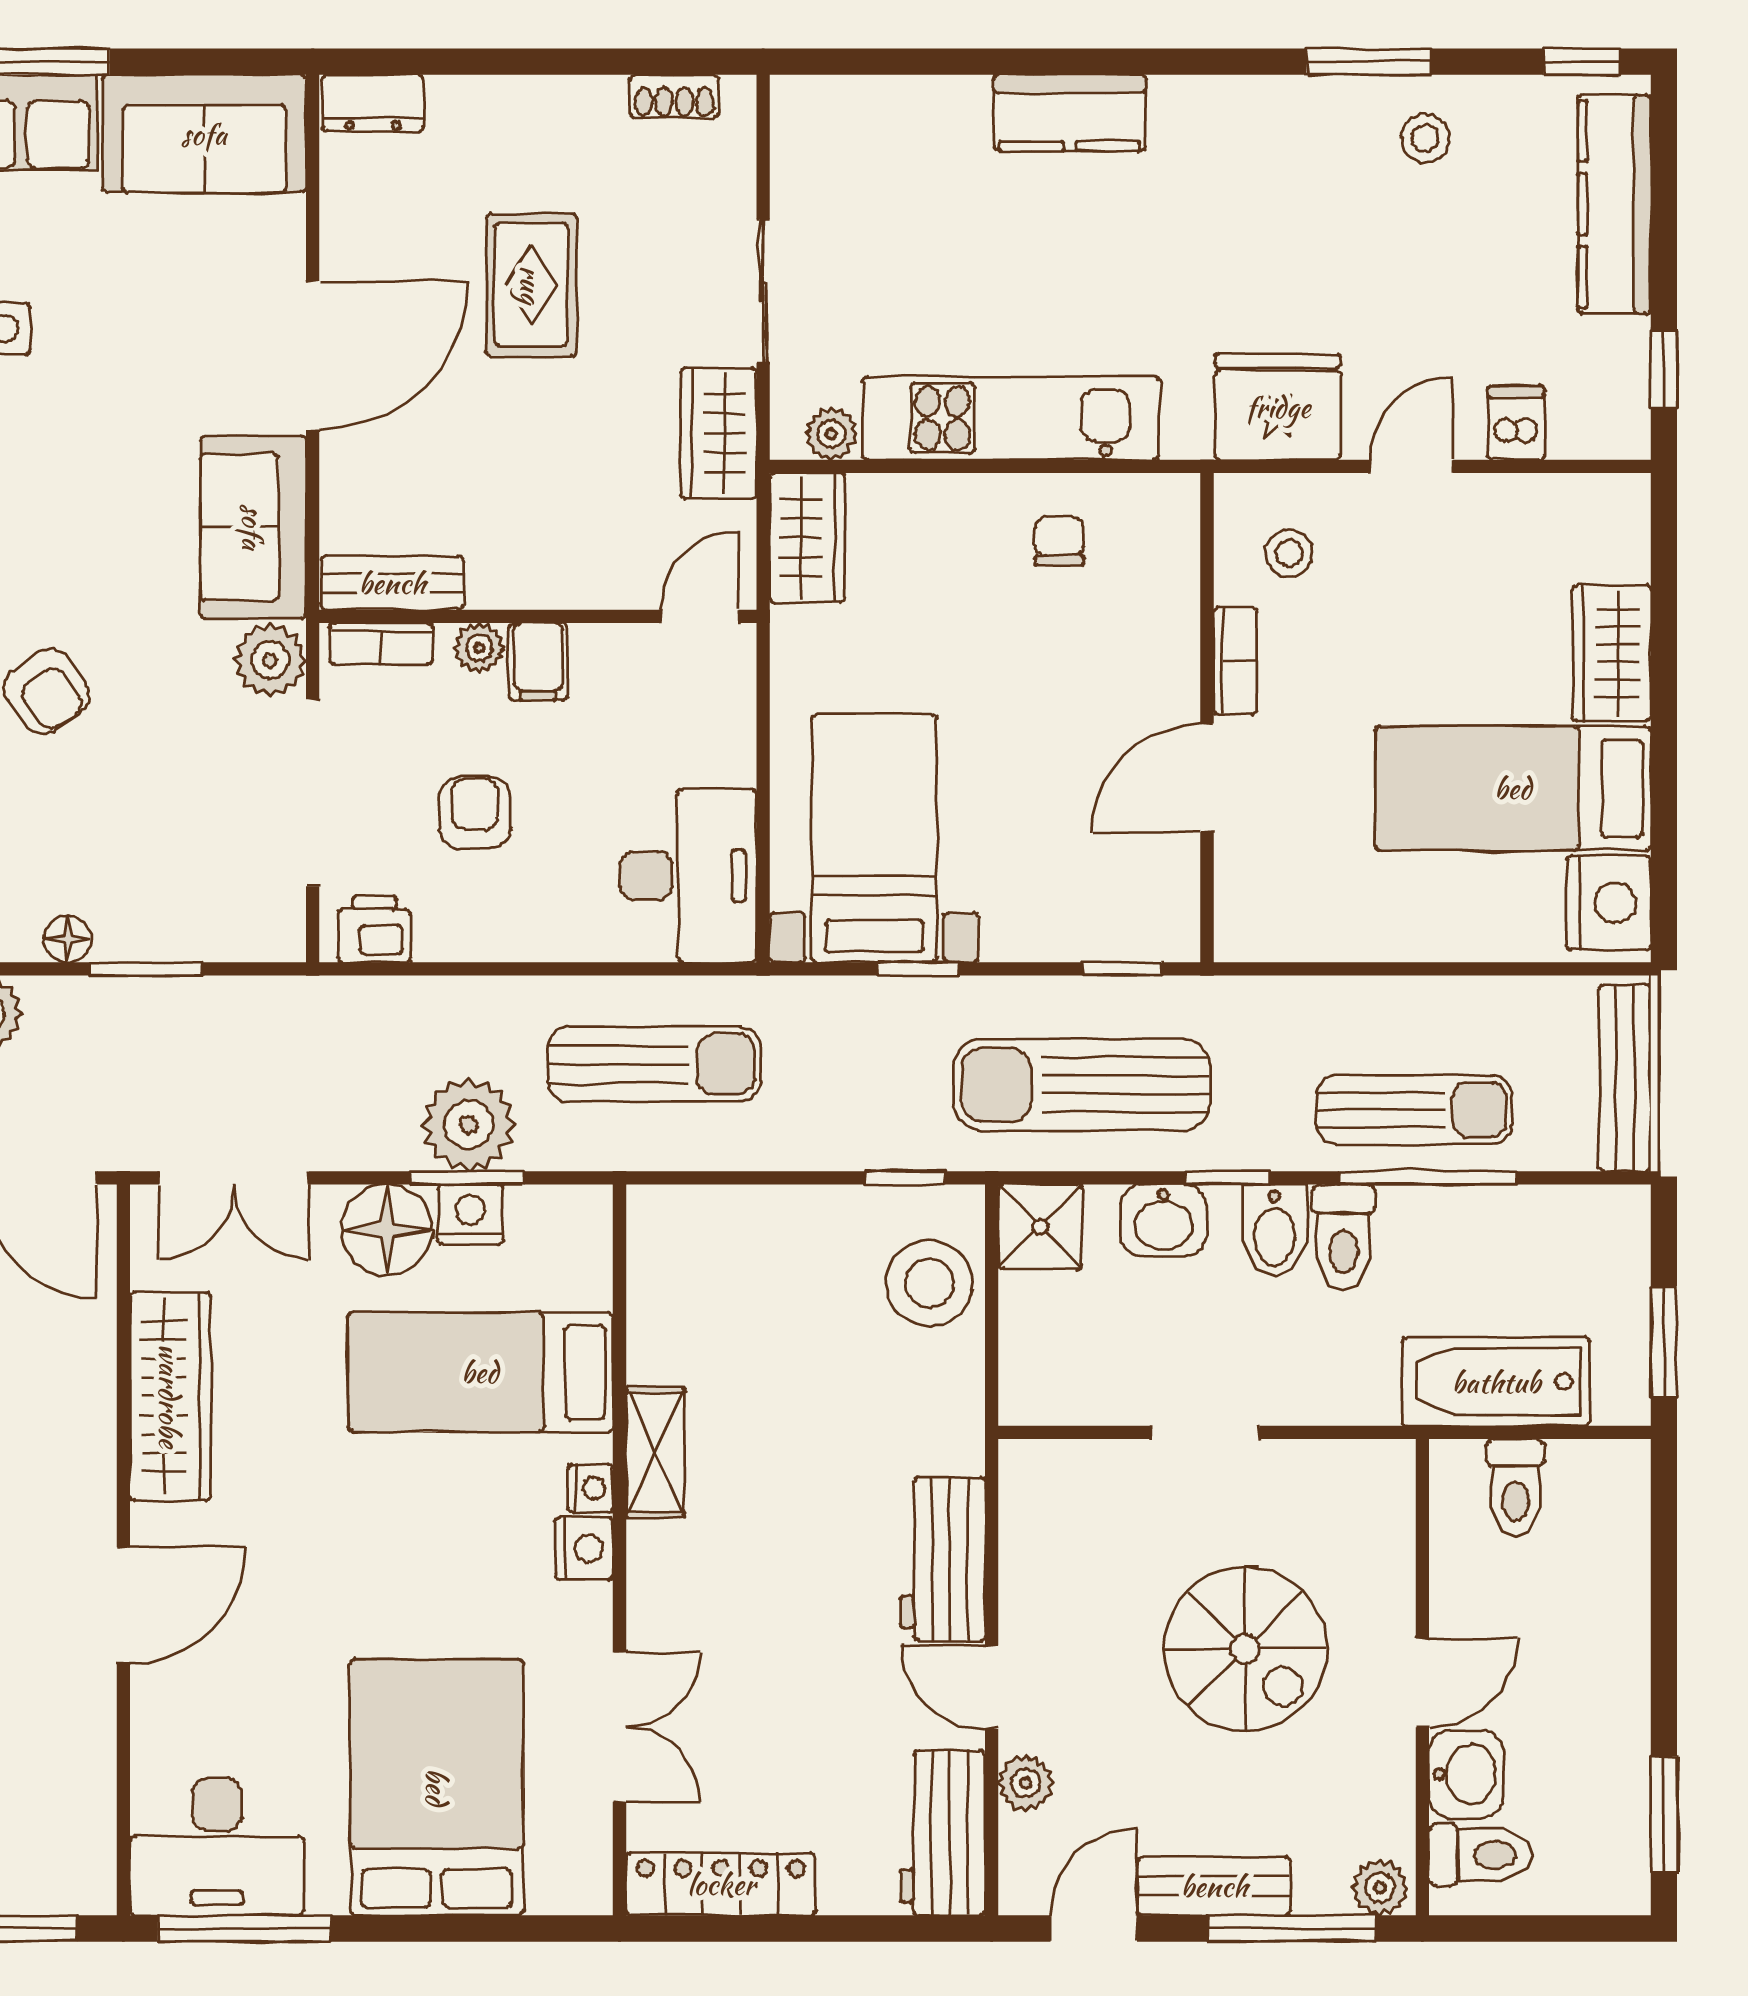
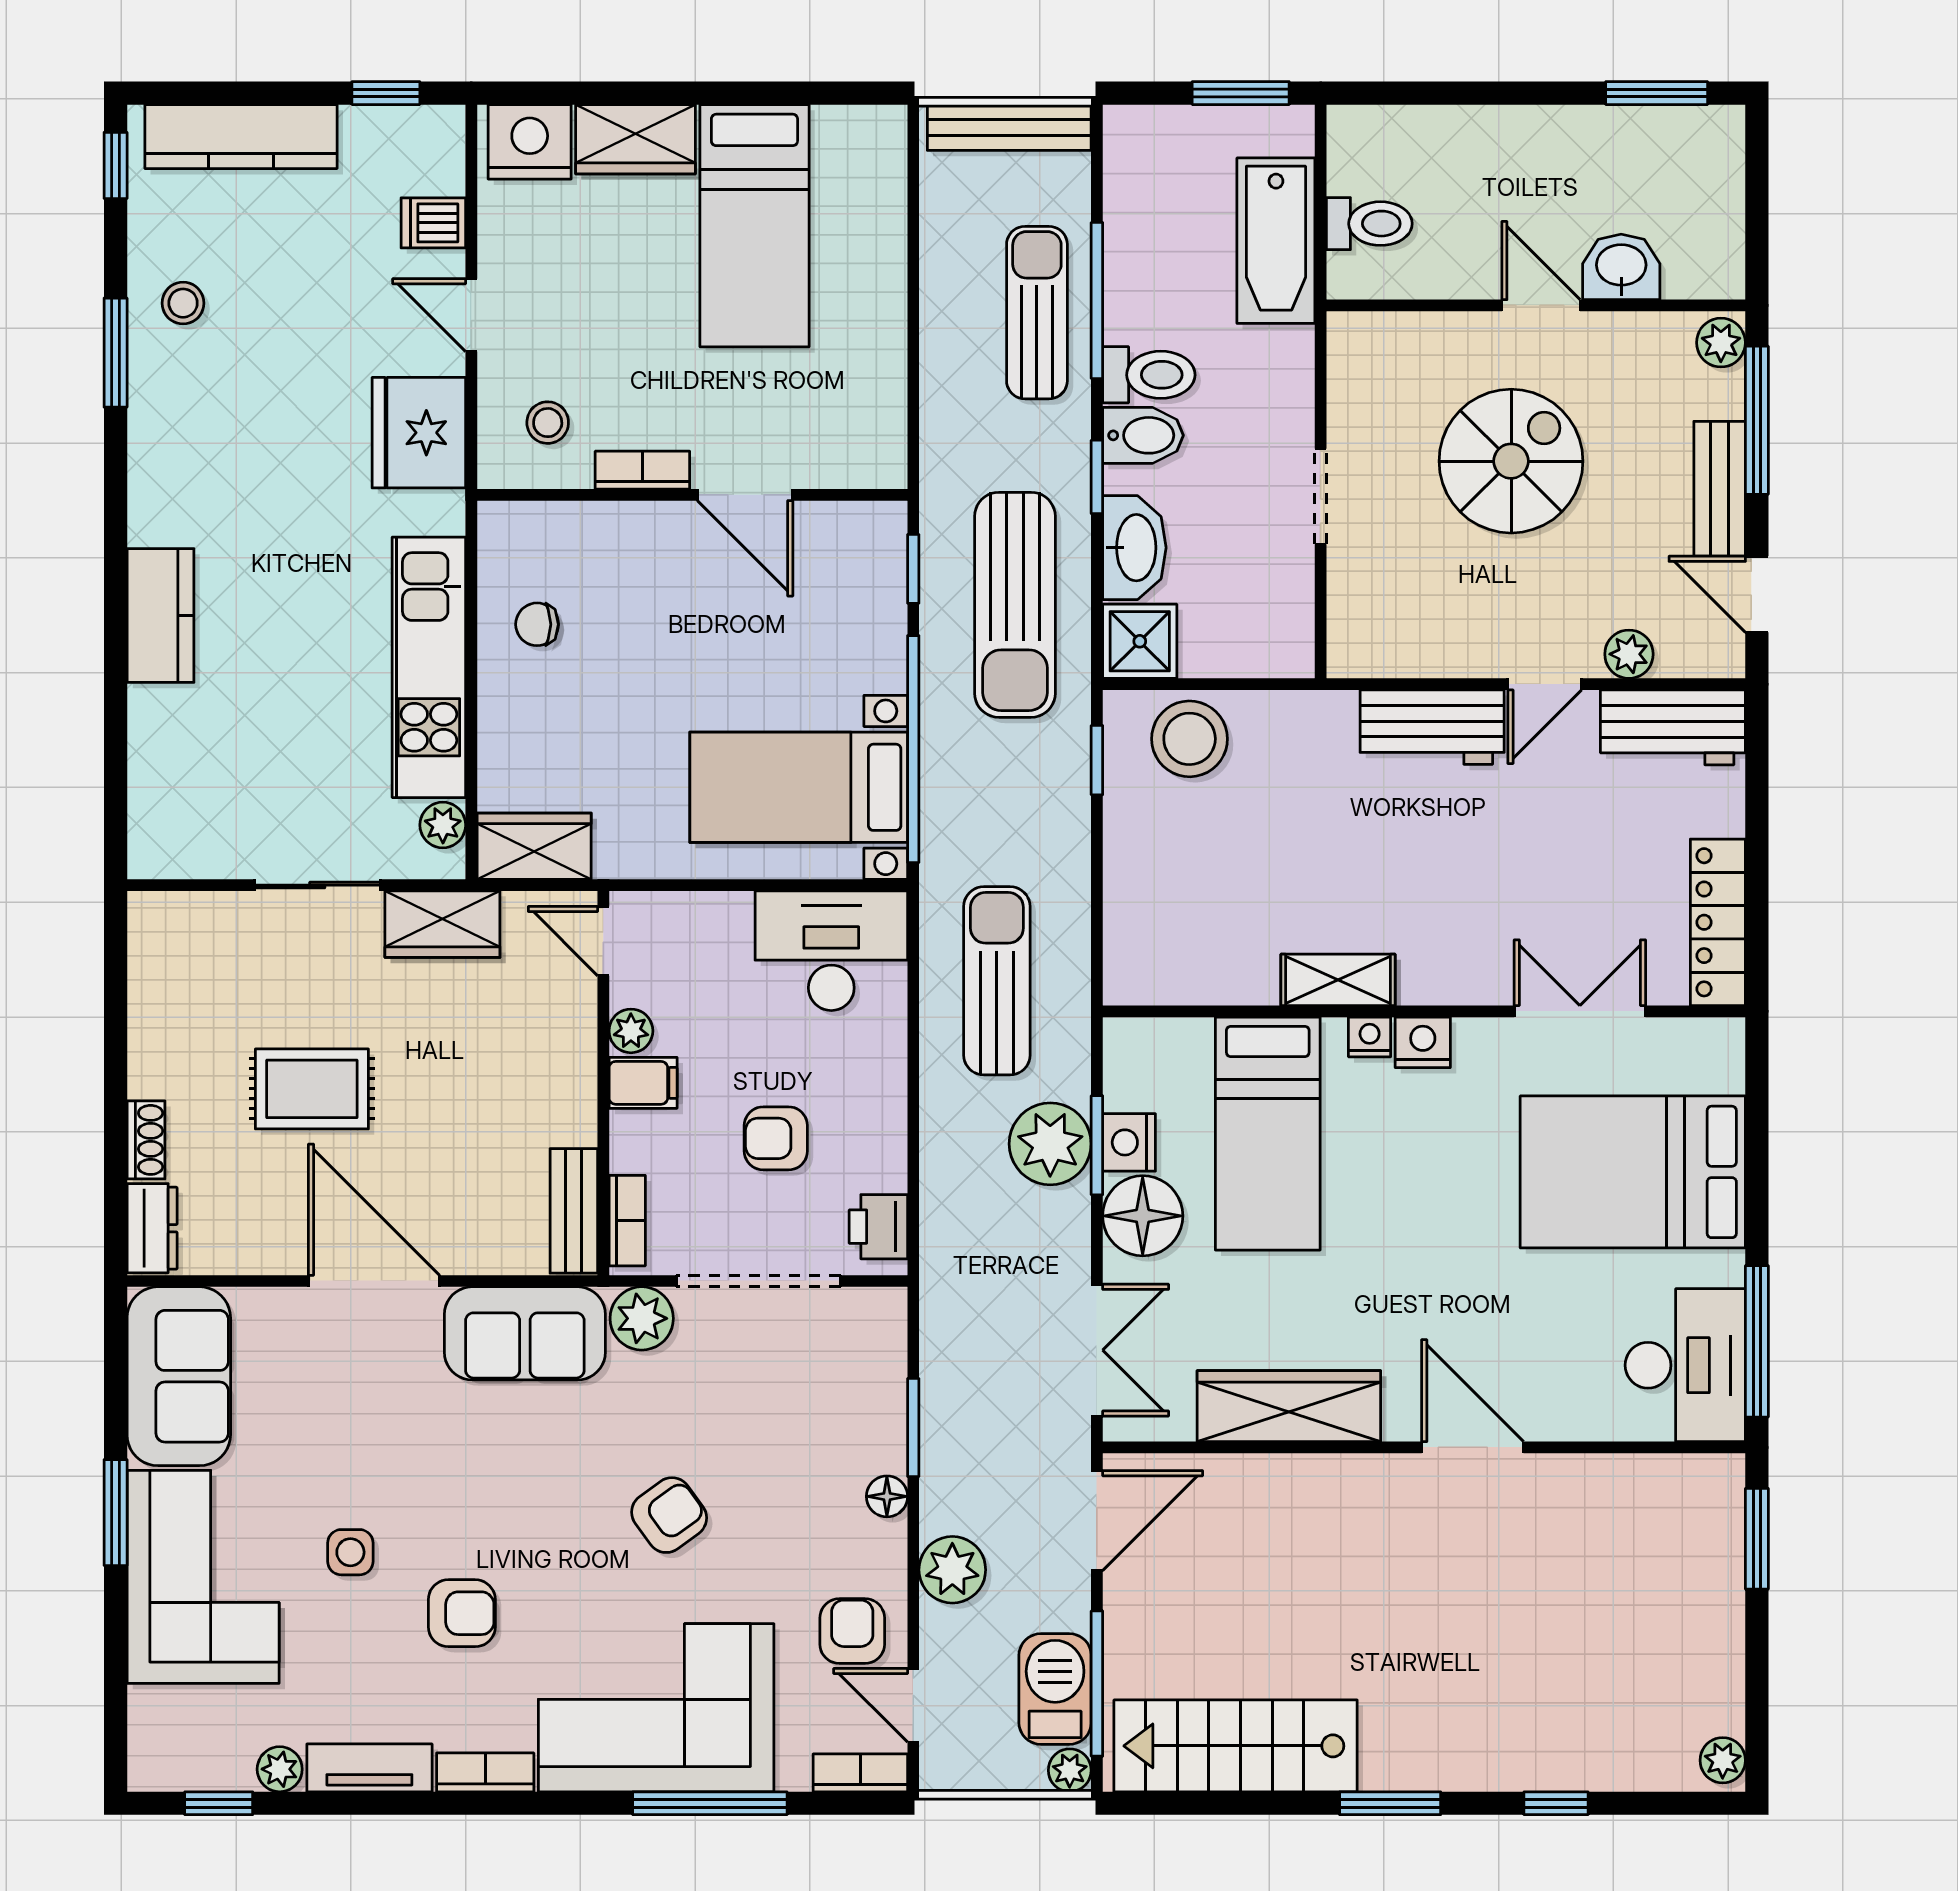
shoe rack: (674, 96) -> (146, 1140), moved
plant: (479, 648) -> (631, 1031), moved
nightstand: (1608, 903) -> (530, 142), moved
window: (918, 969) -> (913, 749), width x3.17
washbasin: (1163, 1220) -> (1134, 548), width x1.38
toilet: (1481, 1855) -> (1692, 254), removed

